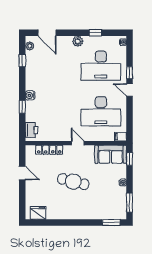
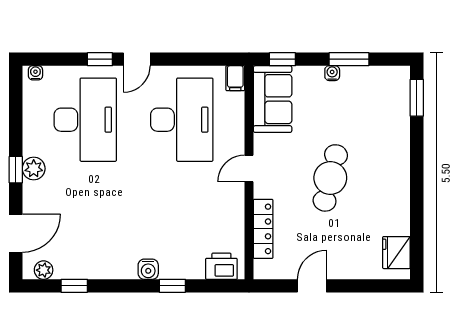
window: (95, 33) -> (16, 170), moved
window: (129, 203) -> (349, 59), moved

